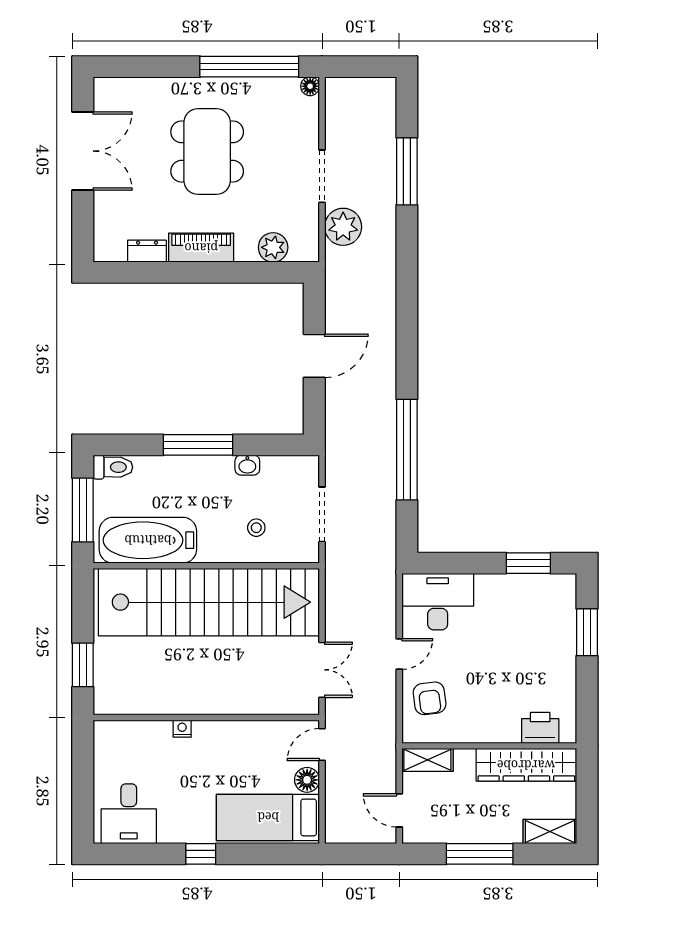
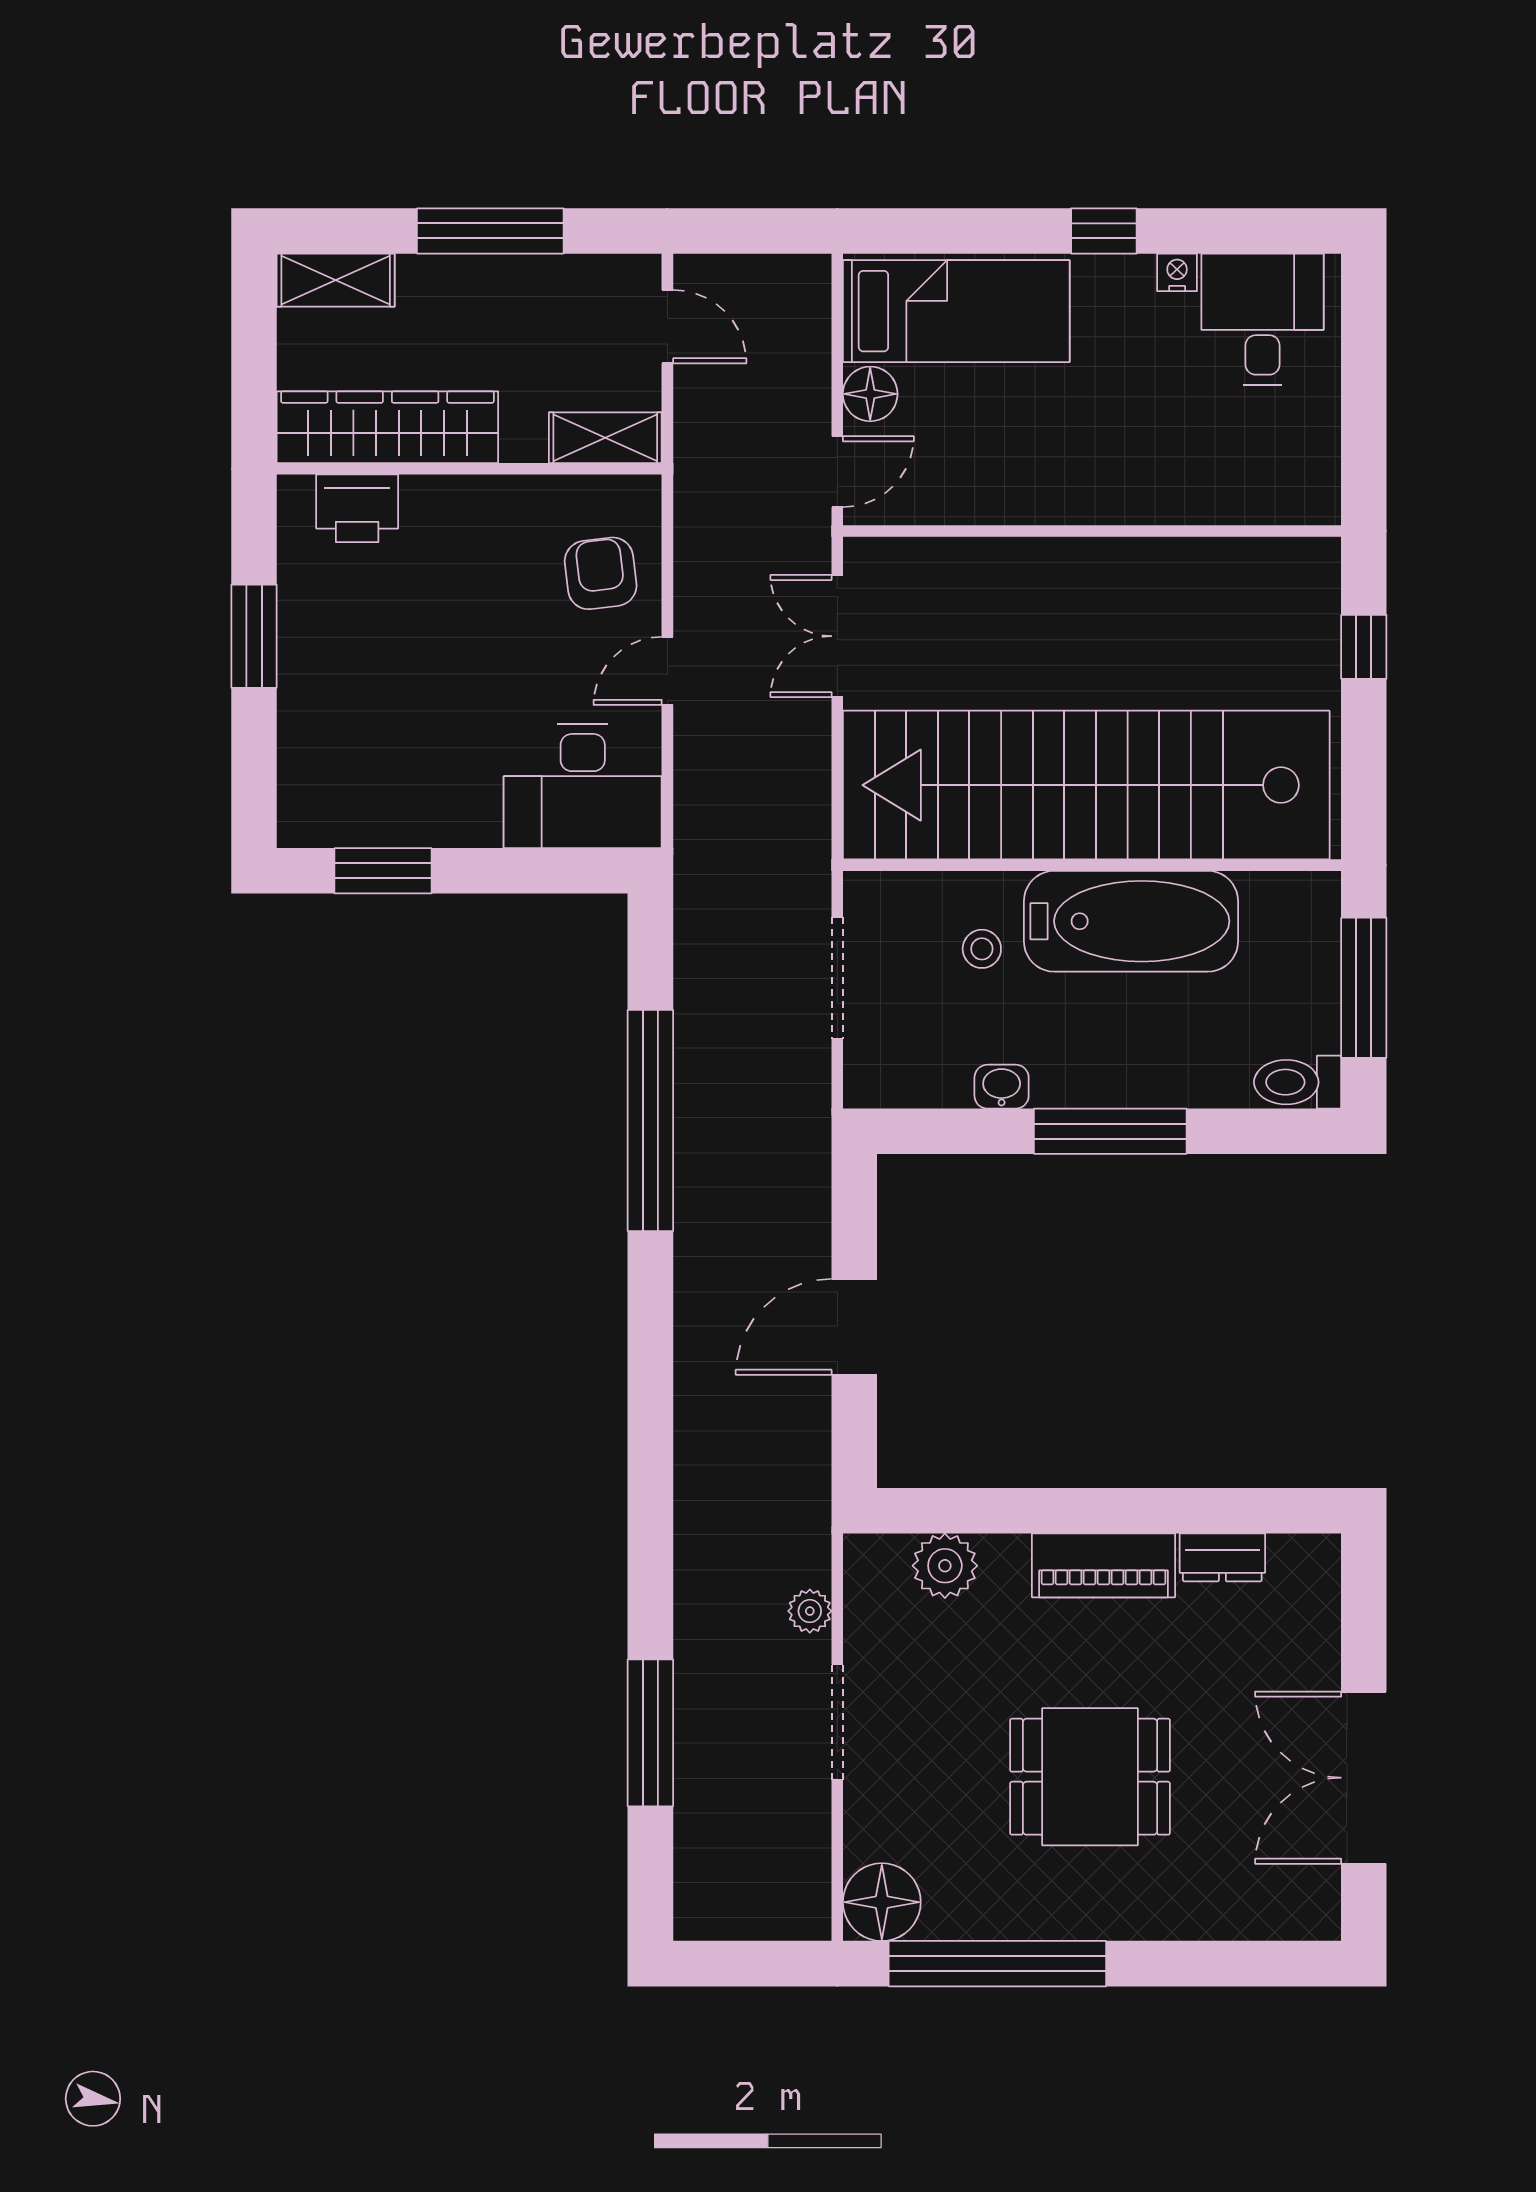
floor lamp: (310, 86) -> (882, 1902), width x1.89, depth x1.89
dining table: (207, 152) -> (1090, 1777), width x0.73
plant: (343, 227) -> (810, 1611), width x0.53, depth x0.53
bathtub: (148, 540) -> (1131, 921), moved
window: (587, 632) -> (254, 636), moved
window: (83, 665) -> (1364, 647), width x0.67
nightstand: (182, 729) -> (1177, 272), moved, turned 180

